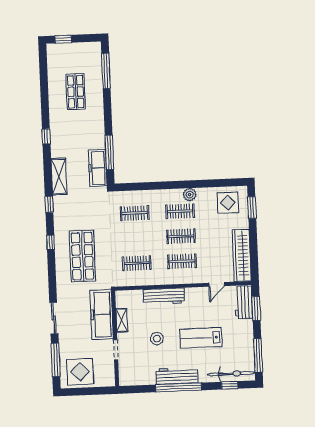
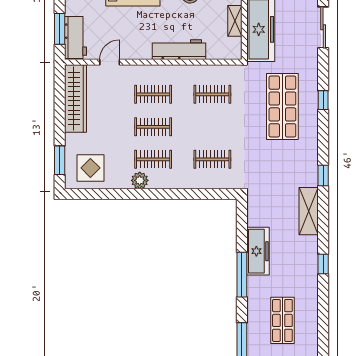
window: (109, 152) -> (242, 275), moved
freezer: (98, 168) -> (258, 251), moved
window: (51, 242) -> (323, 100), moved

